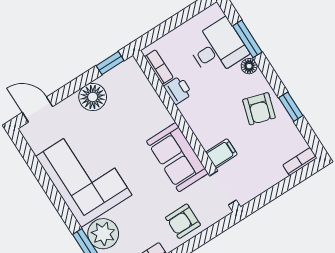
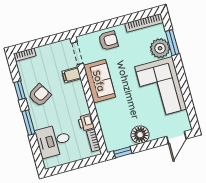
window: (247, 39) -> (28, 123), moved
floor lamp: (249, 66) -> (38, 123), removed
door: (38, 109) -> (176, 138), hinge flipped
armchair: (259, 109) -> (40, 95), turned 42

